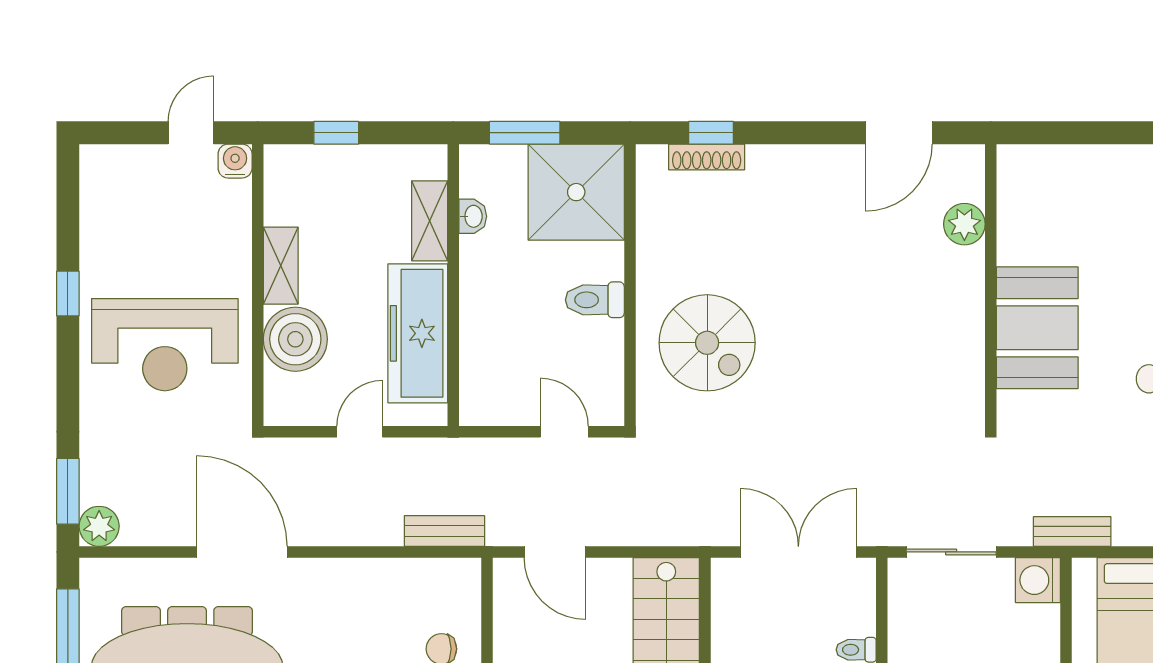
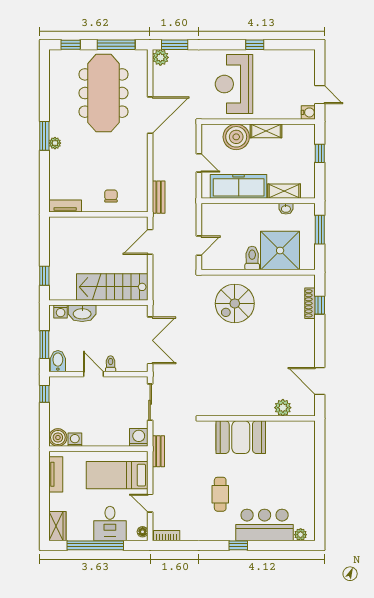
shower: (576, 192) -> (280, 251), moved

